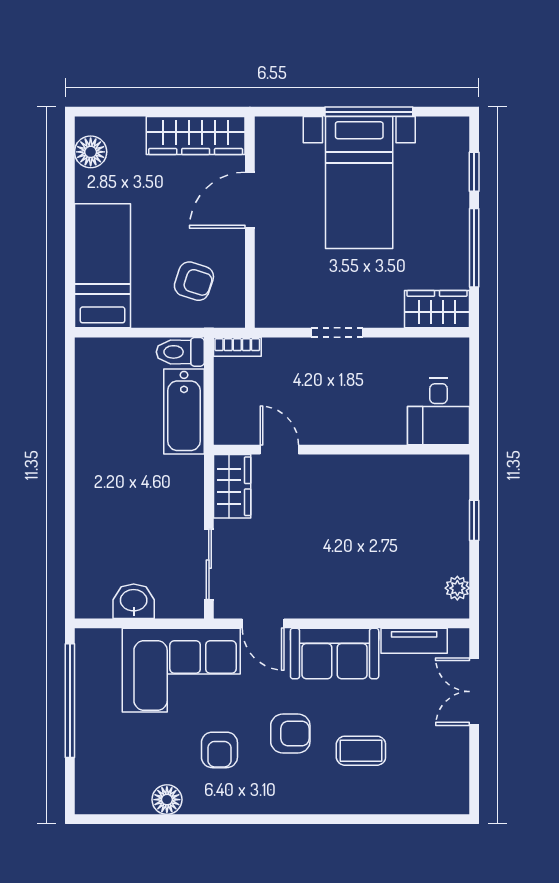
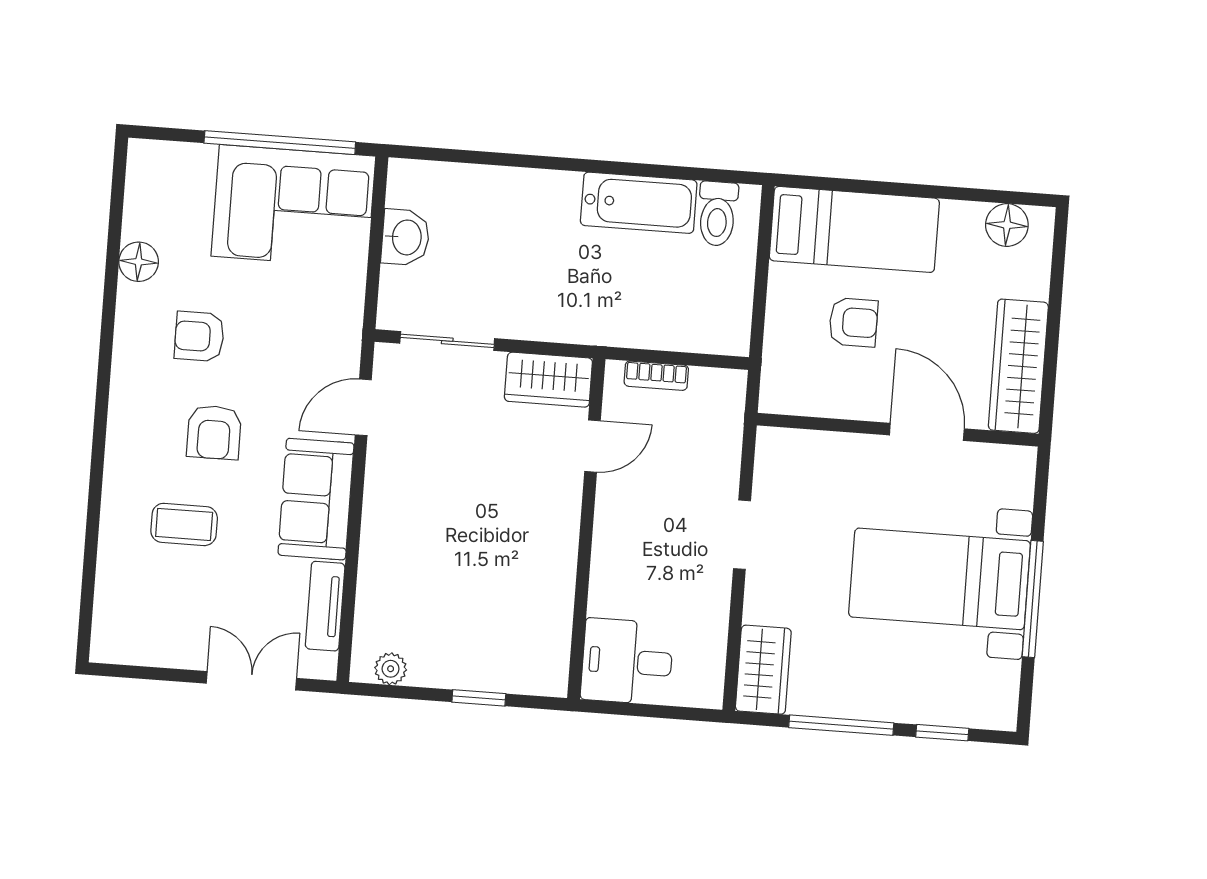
armchair: (194, 281) -> (853, 322), moved, turned -108
bookcase: (237, 347) -> (656, 376), moved, turned -90
toilet: (180, 352) -> (718, 214), moved, turned 180
bathtub: (184, 412) -> (639, 203), moved, turned 180
corner sofa: (181, 670) -> (293, 206), moved, turned -90
coffee table: (361, 751) -> (184, 524), turned 90

